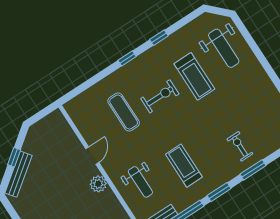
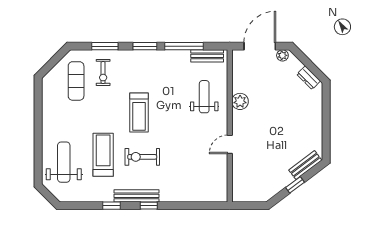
bench: (143, 60) -> (137, 196), added
exercise mat: (124, 112) -> (76, 81), moved
treadmill: (184, 166) -> (139, 113), moved
bench: (18, 174) -> (305, 165), width x0.73
plant: (98, 184) -> (240, 101), moved

